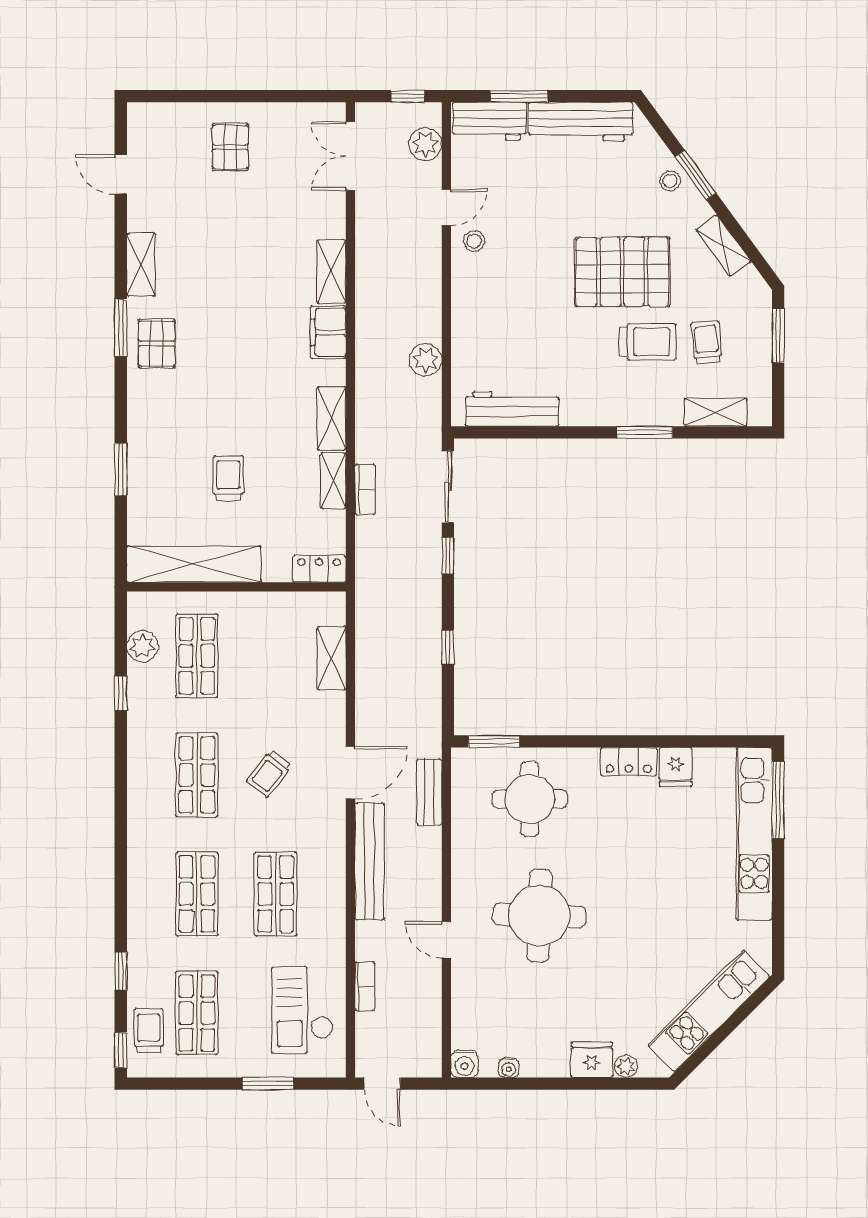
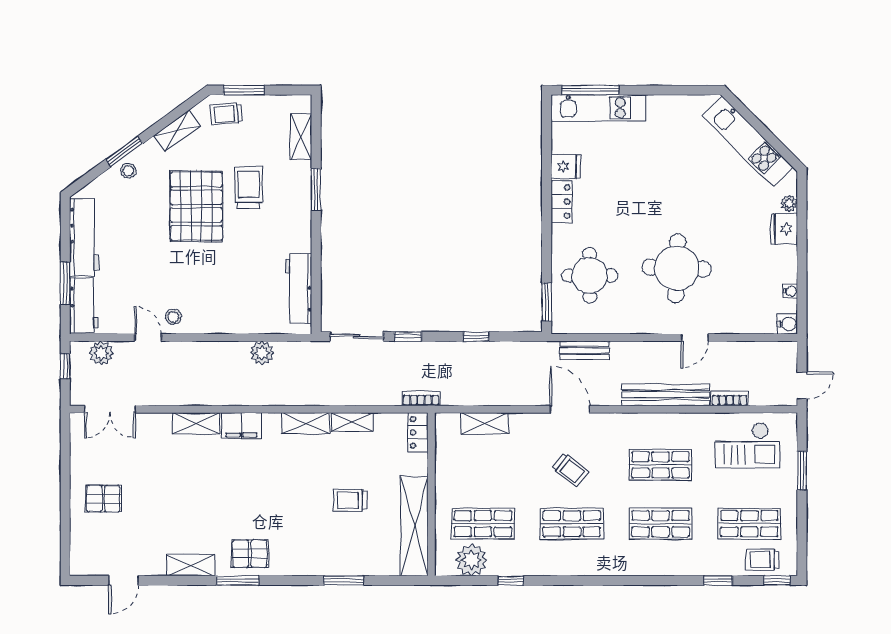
trolley: (706, 342) -> (226, 114), moved
bookcase: (365, 489) -> (421, 398), moved
plant: (143, 646) -> (471, 560), width x1.36, depth x1.36
kitchen unit: (754, 834) -> (598, 108), width x0.73
bench: (369, 861) -> (666, 395), moved

